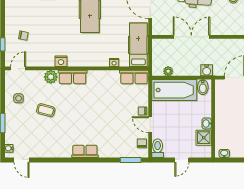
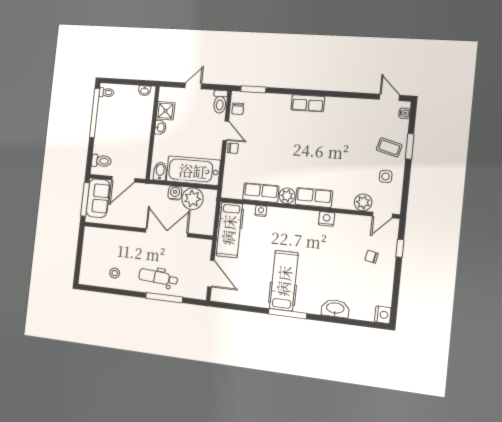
double door: (191, 37) -> (167, 233), swing flipped
water cooler: (207, 70) -> (175, 193), moved
plant: (168, 71) -> (192, 199), width x1.87, depth x1.87
plant: (94, 76) -> (287, 196), added
plant: (51, 77) -> (363, 202), moved
row of seats: (134, 77) -> (261, 193), moved
coffee table: (46, 110) -> (389, 147), moved

